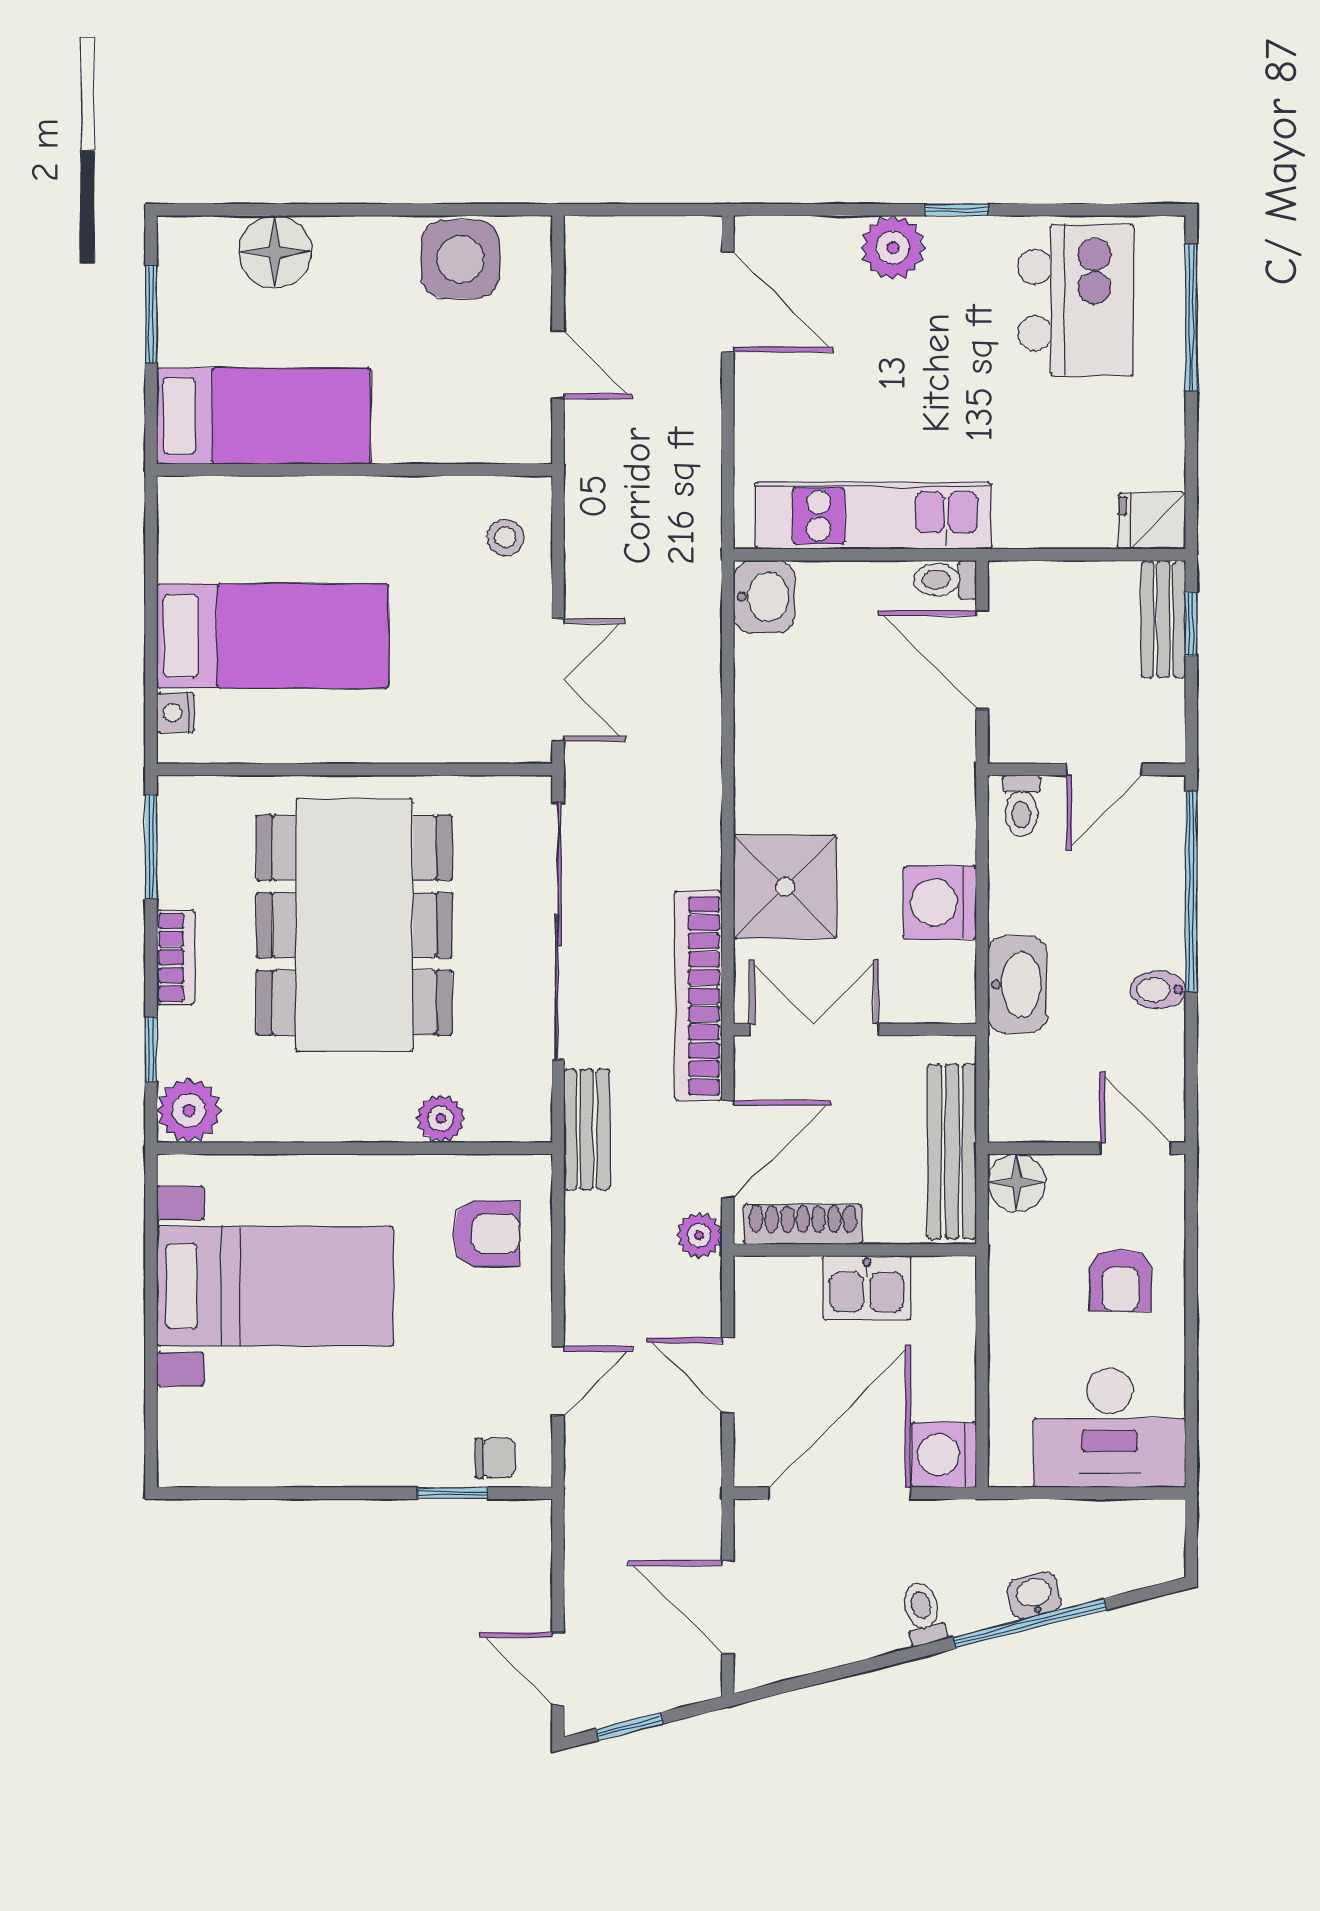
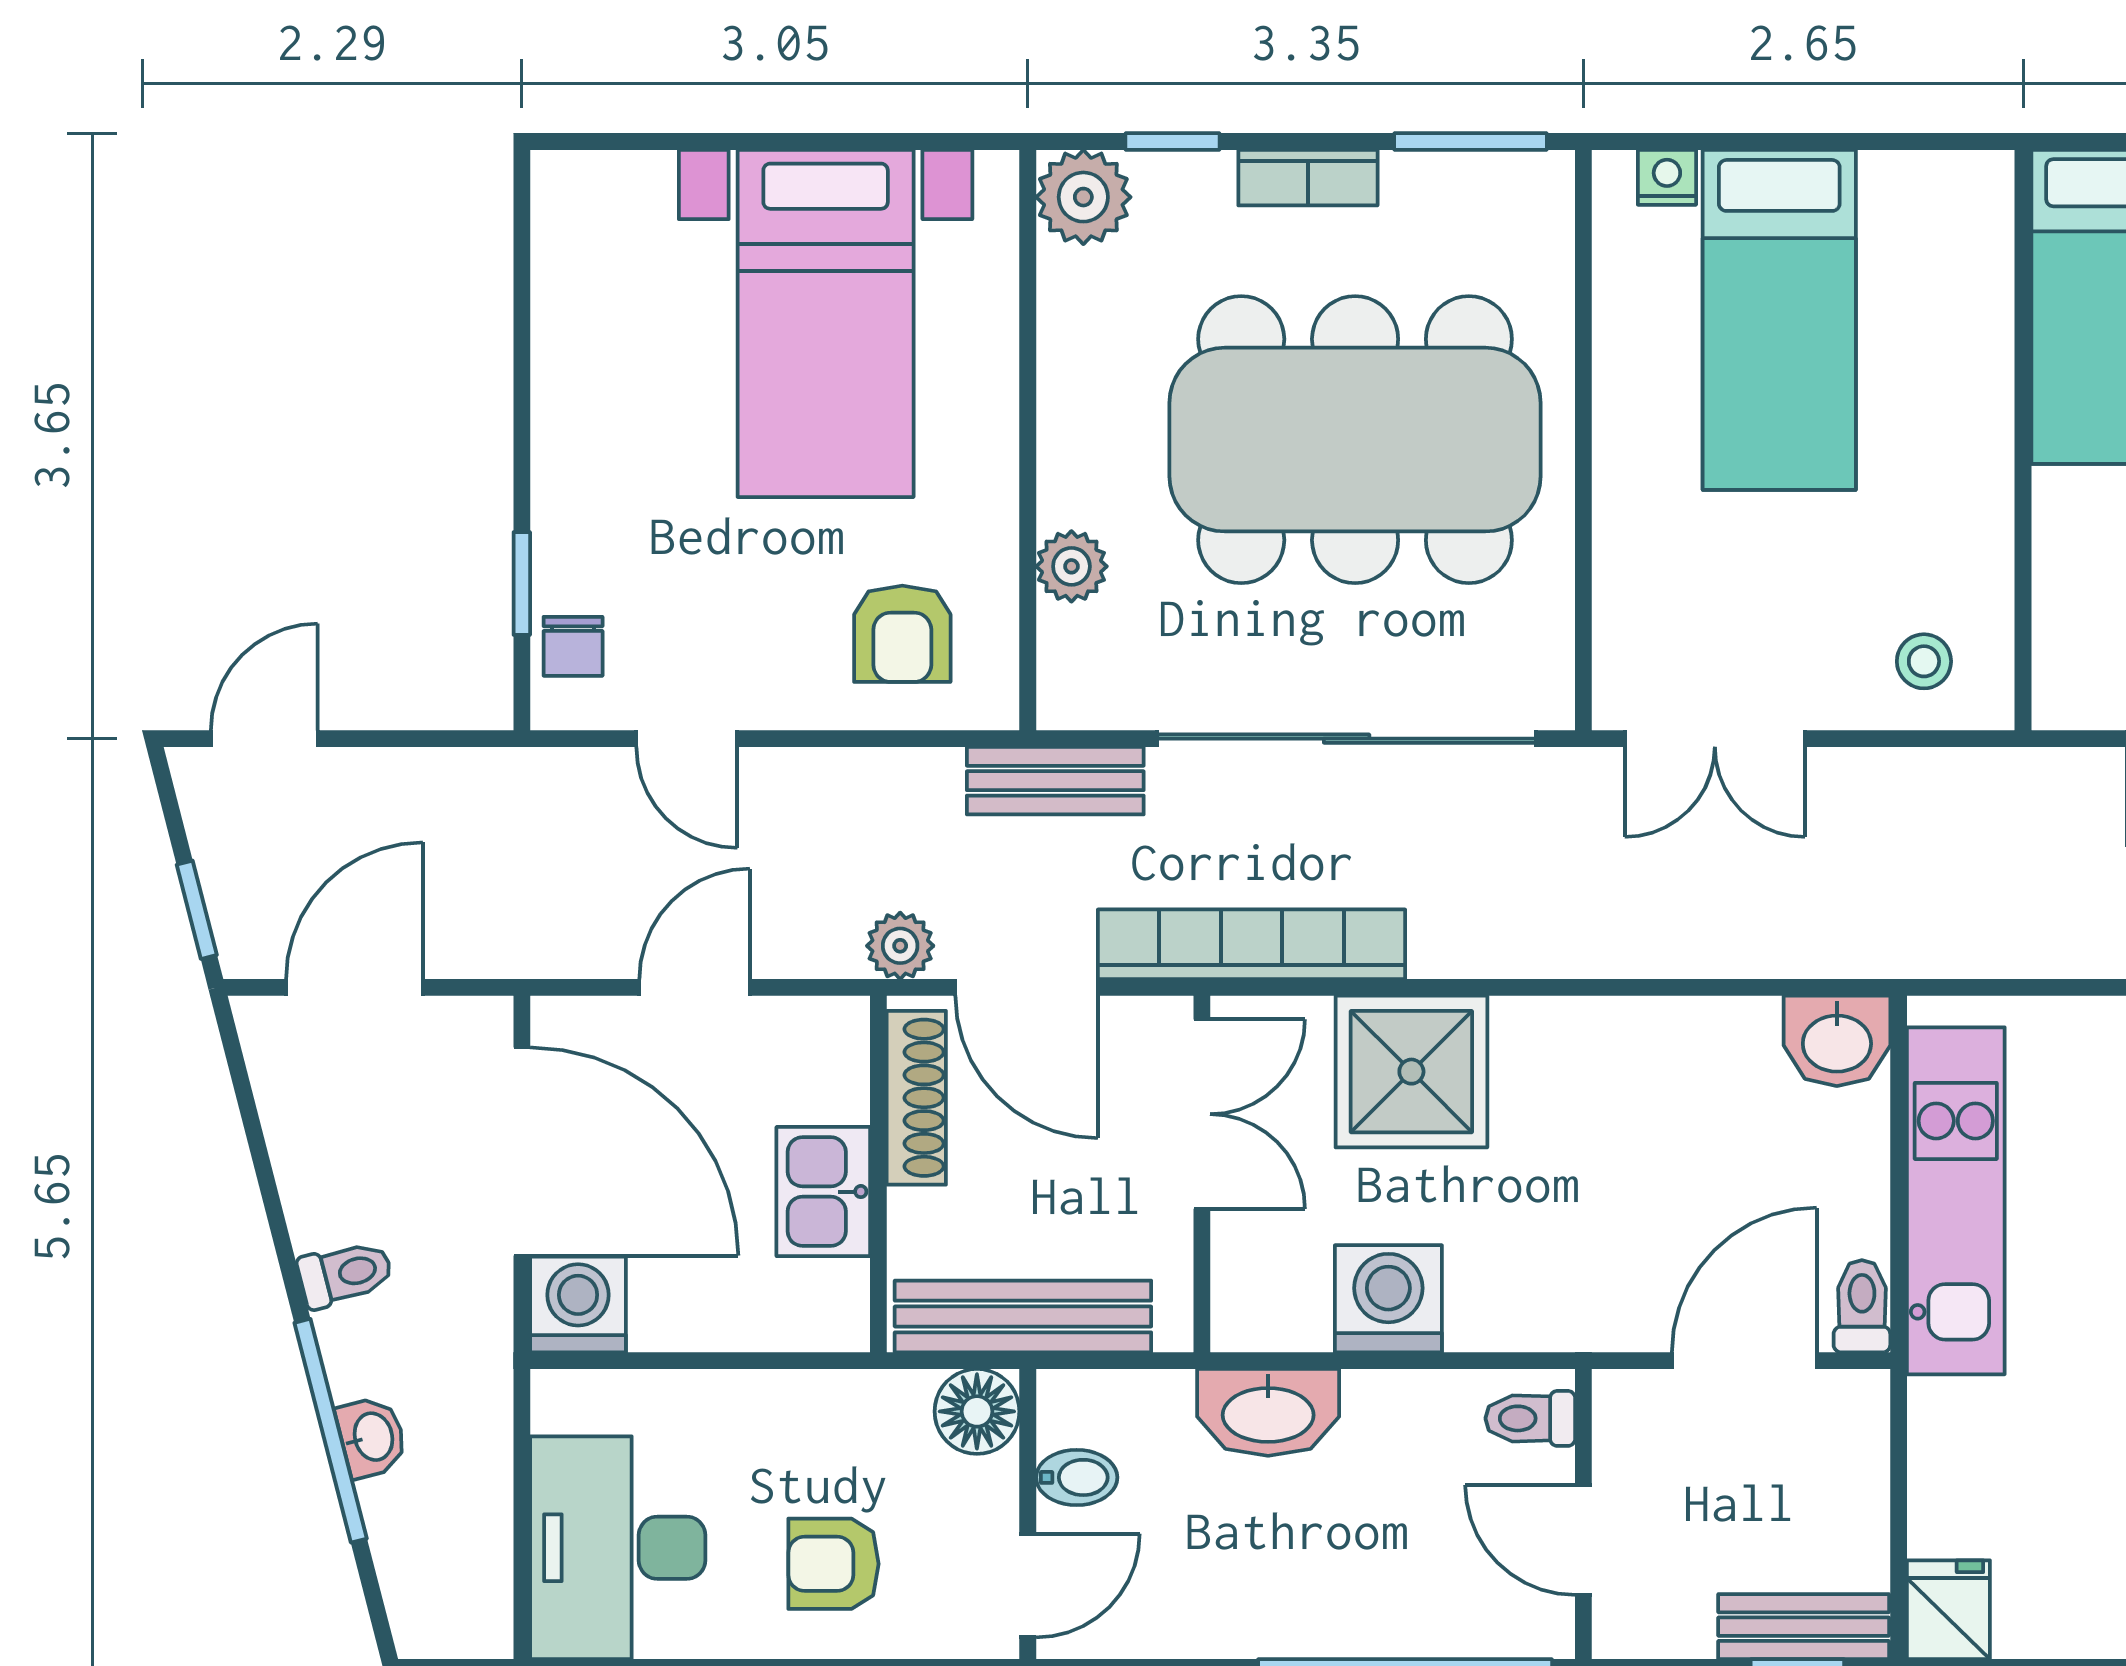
bidet: (1158, 990) -> (1077, 1477), moved, turned 90
window: (629, 1726) -> (197, 910), moved

